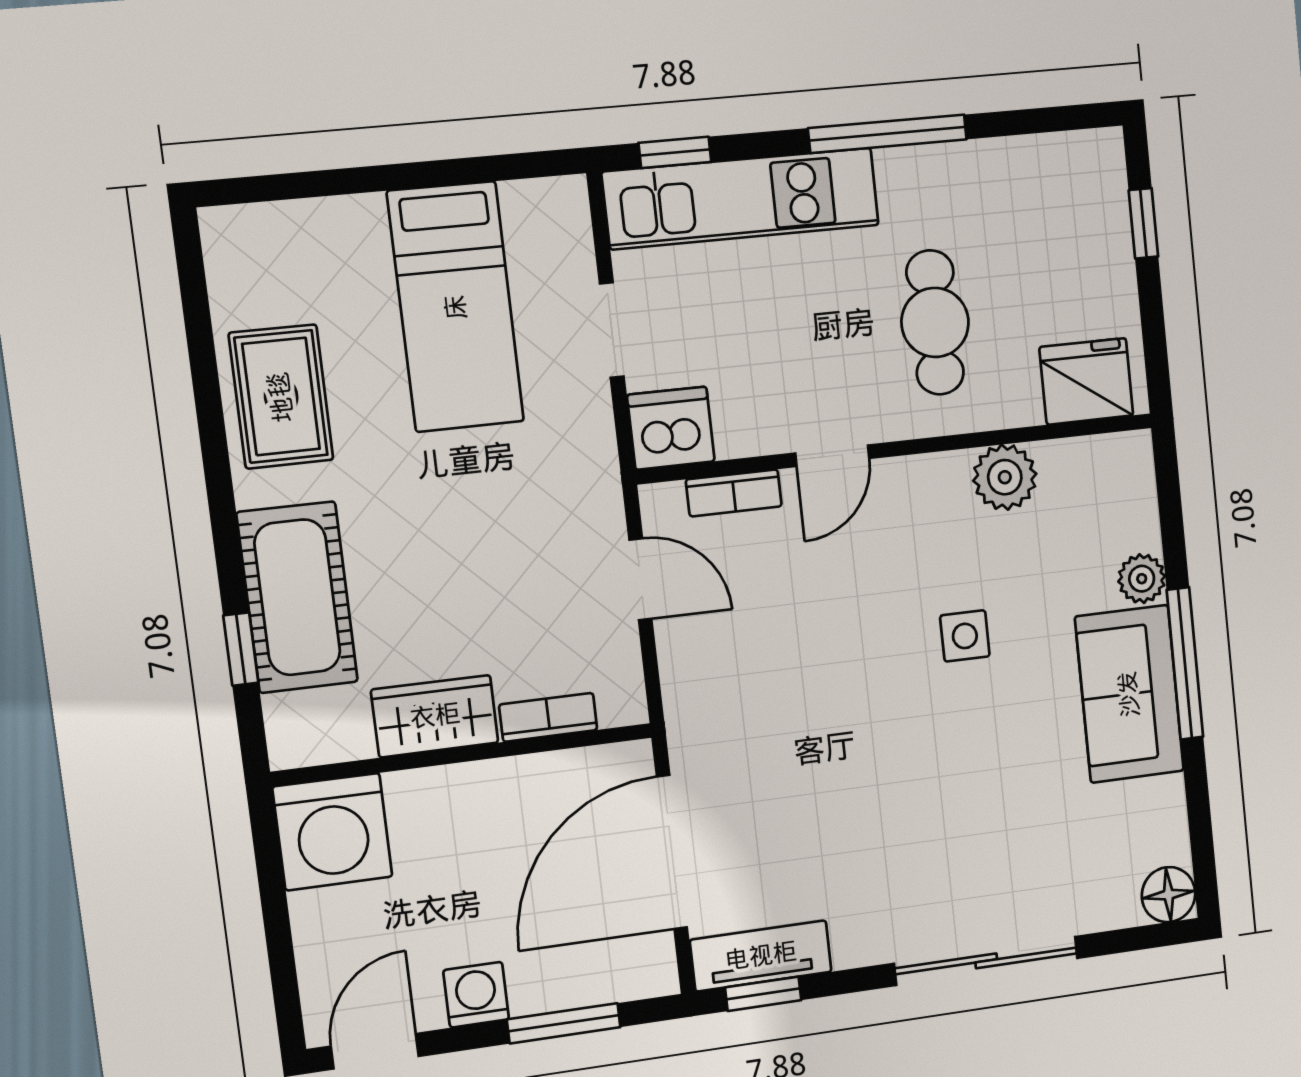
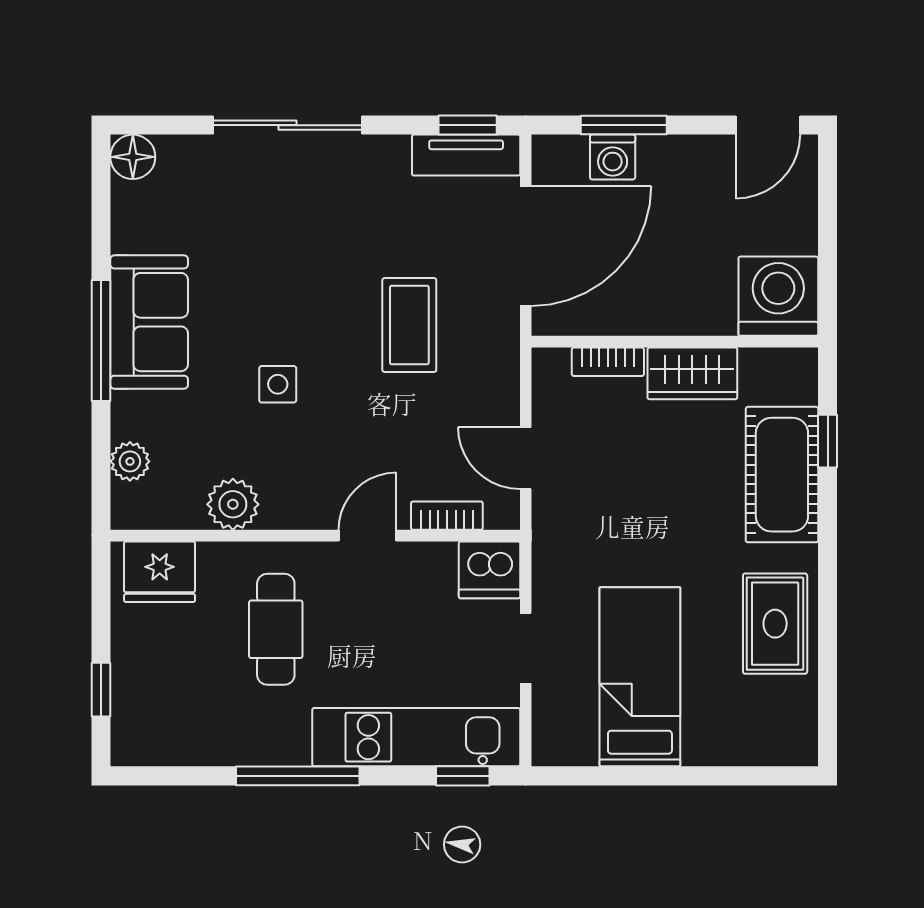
plant: (1142, 579) -> (130, 461), moved
coffee table: (809, 732) -> (409, 325), added
washing machine: (476, 995) -> (613, 157), moved

